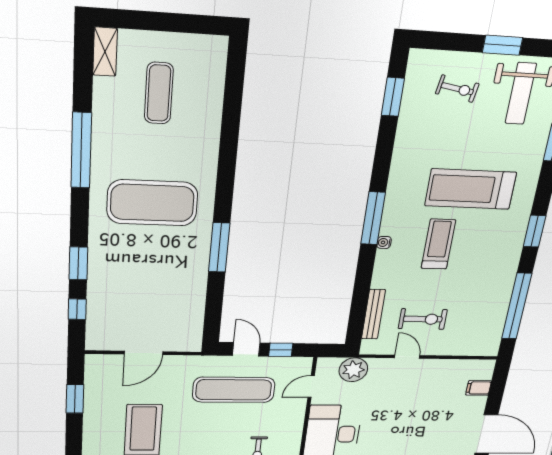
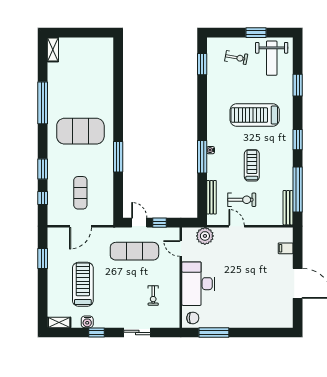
exercise mat: (159, 93) -> (80, 193), moved
window: (373, 218) -> (202, 157), moved
treadmill: (438, 244) -> (252, 165), moved
bench: (495, 332) -> (288, 208), added
door: (311, 387) -> (181, 248), hinge flipped

